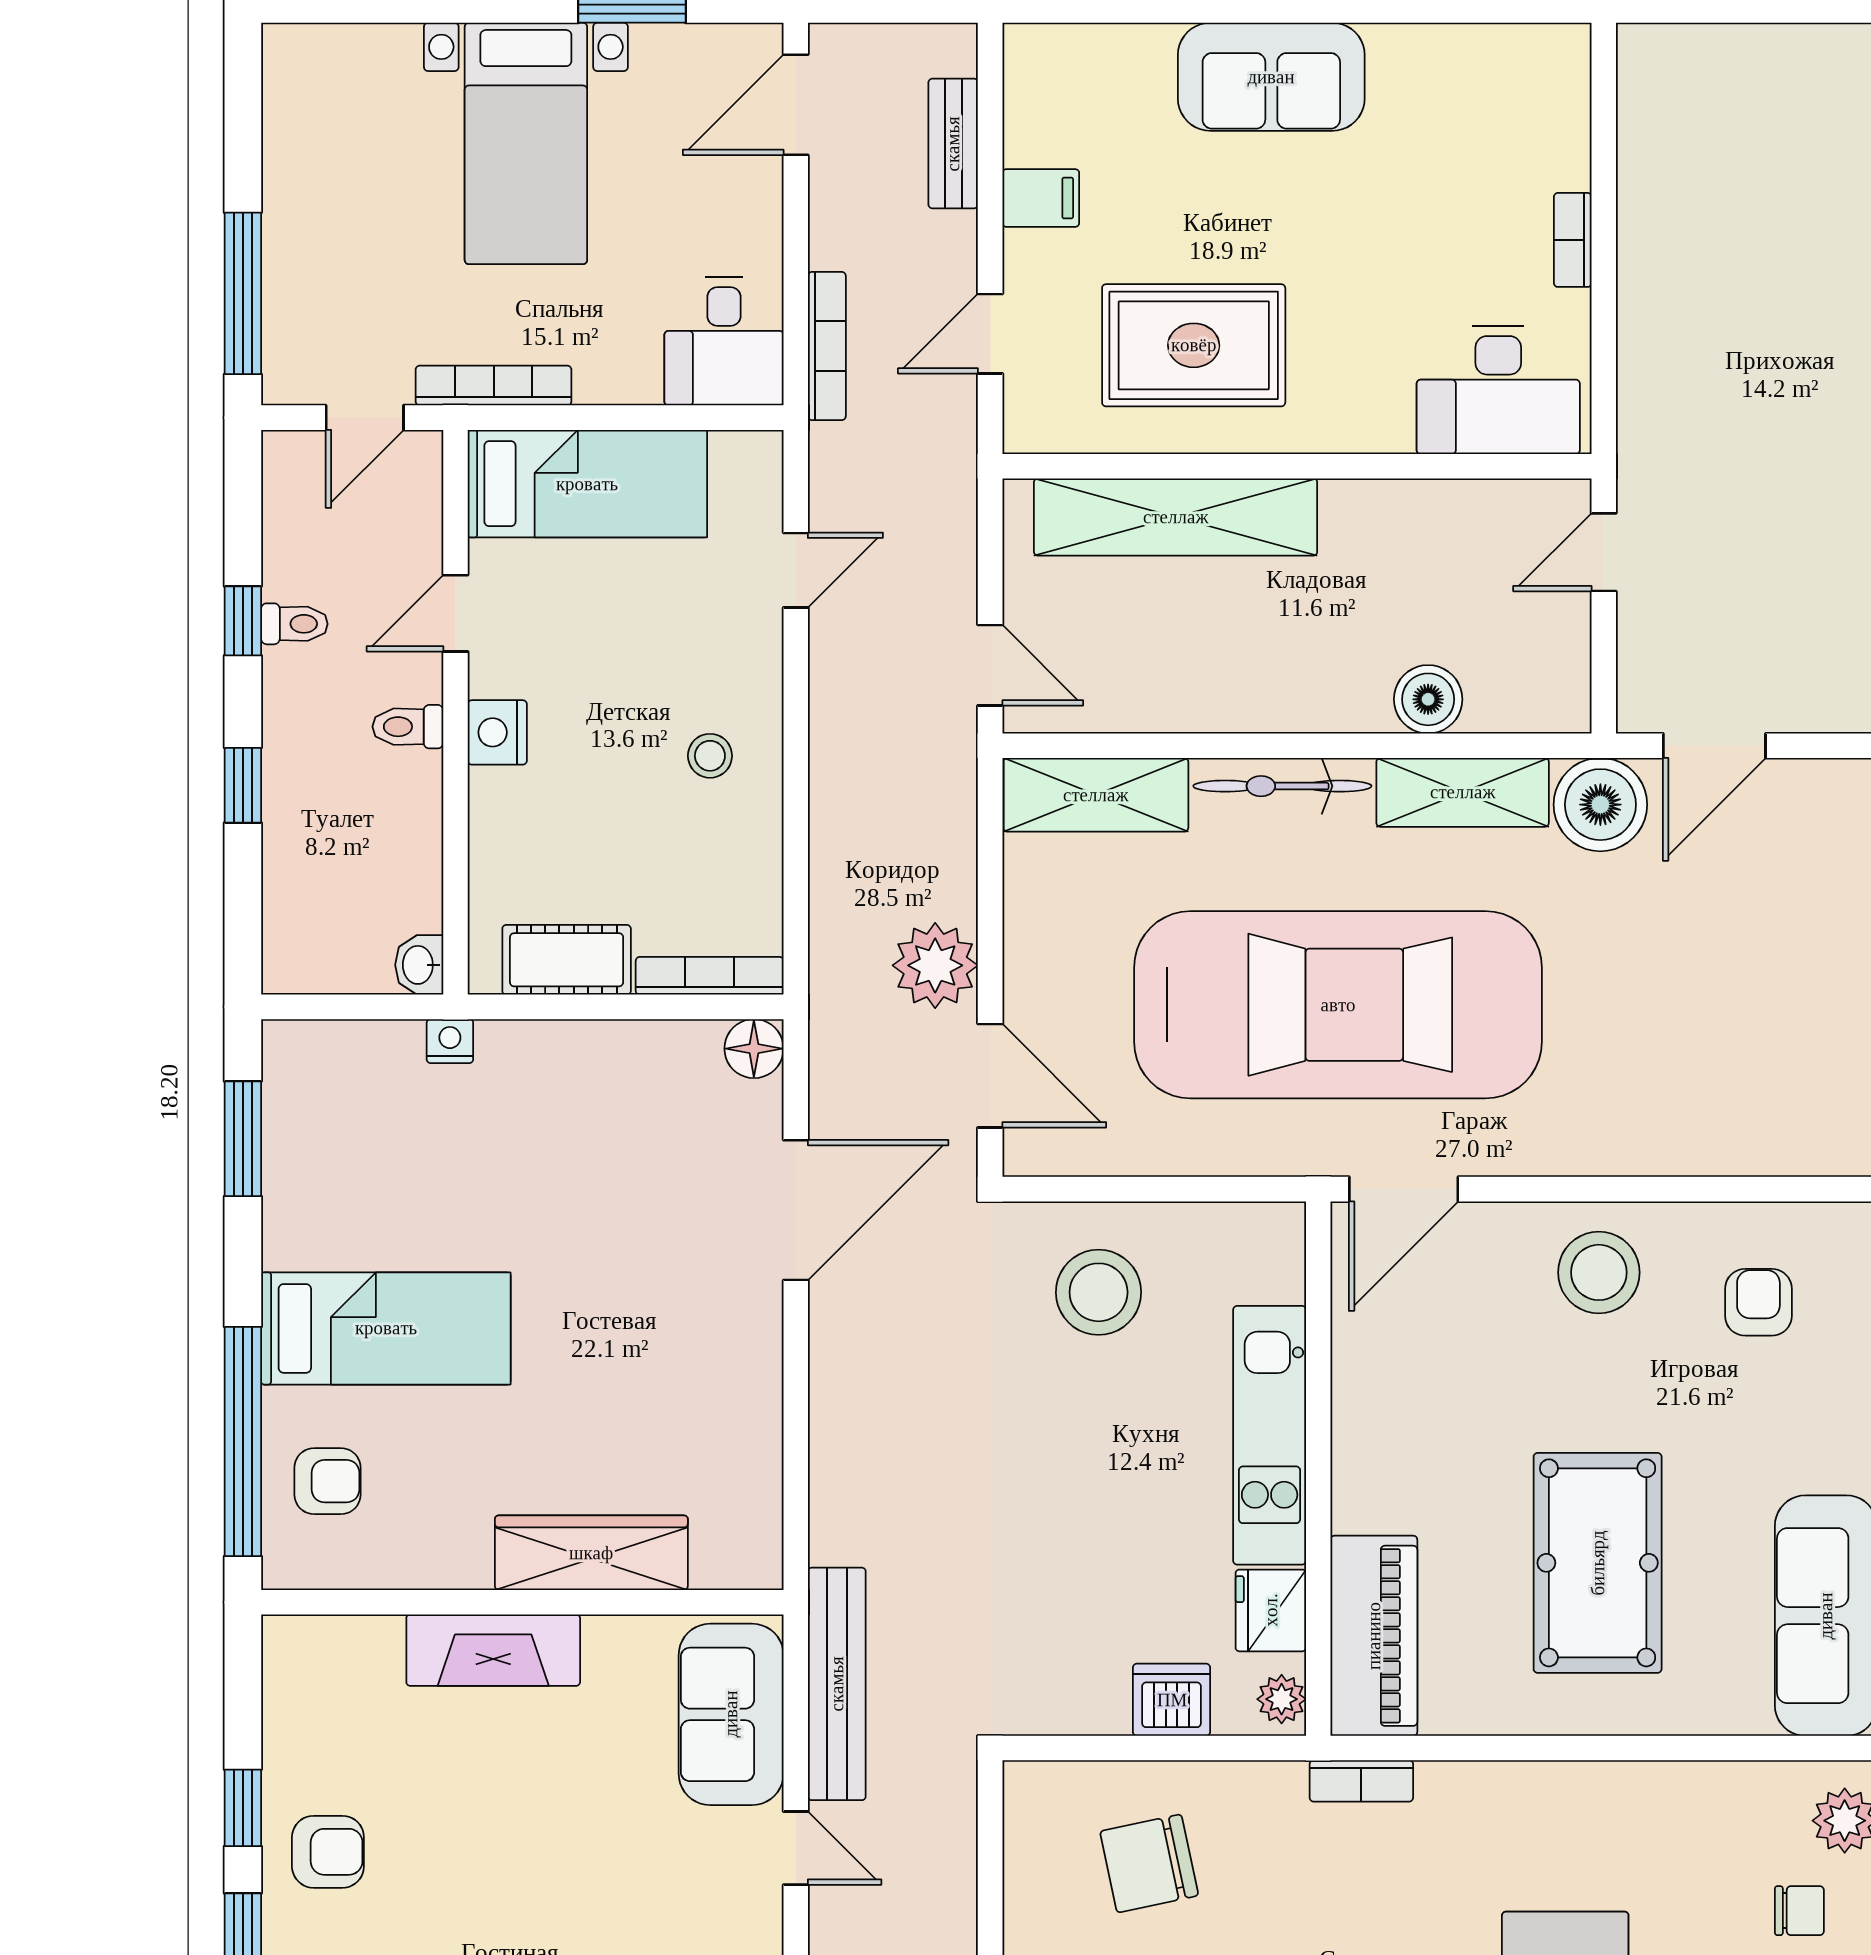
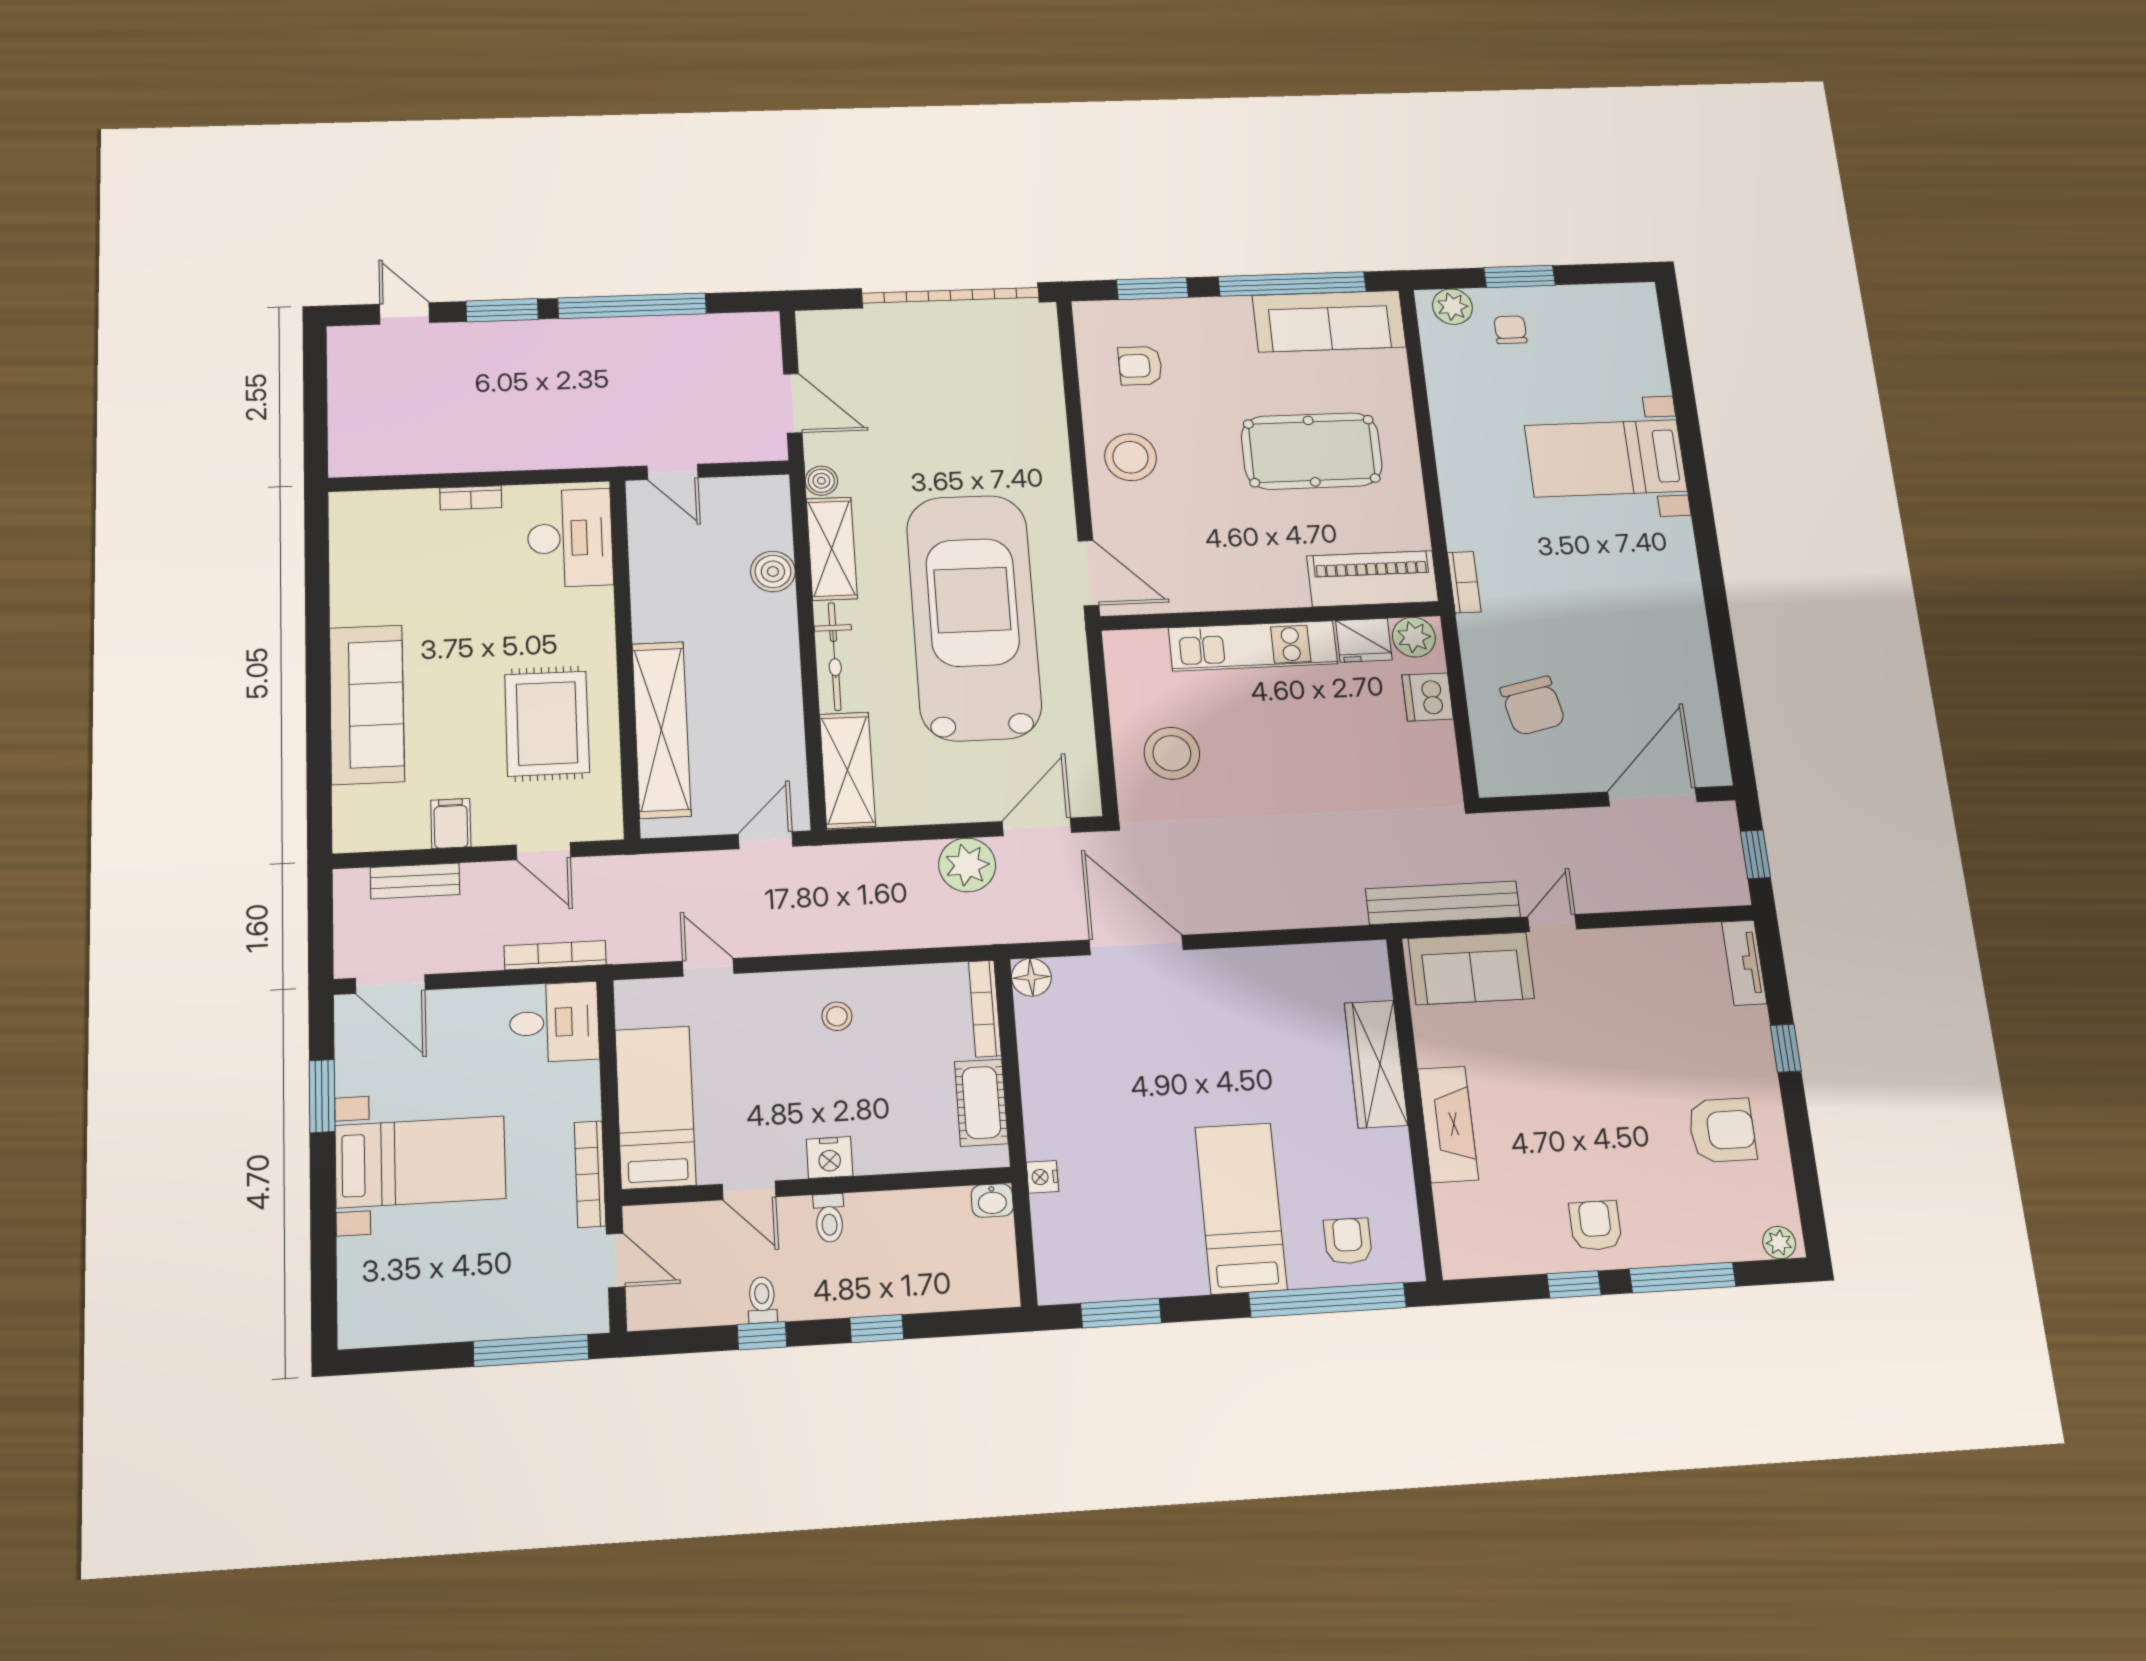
sofa: (1271, 77) -> (367, 704), width x1.36
boiler: (1600, 805) -> (821, 481), width x0.54, depth x0.54
plant: (1282, 1699) -> (1414, 637), width x1.38, depth x1.38

